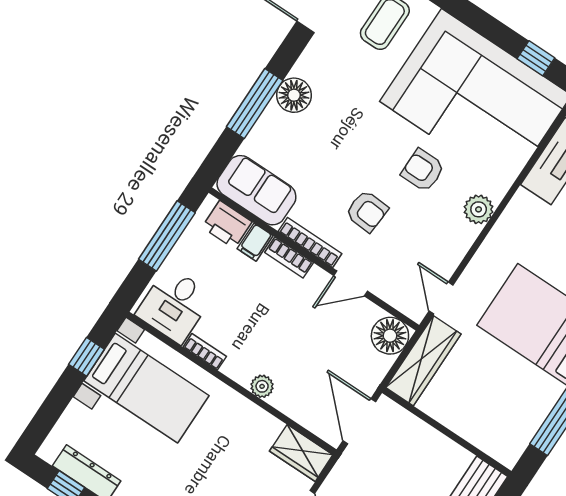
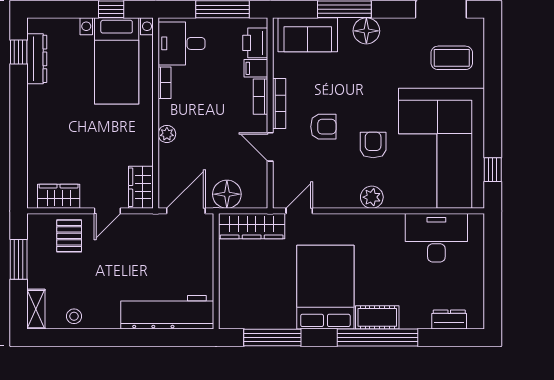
sofa: (256, 190) -> (308, 35), moved, turned 90
armchair: (367, 211) -> (323, 127), turned -94
floor lamp: (390, 336) -> (227, 194), moved

